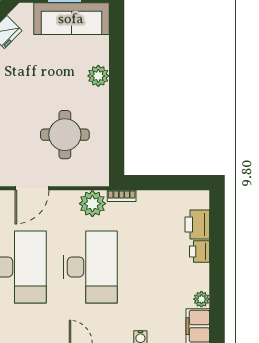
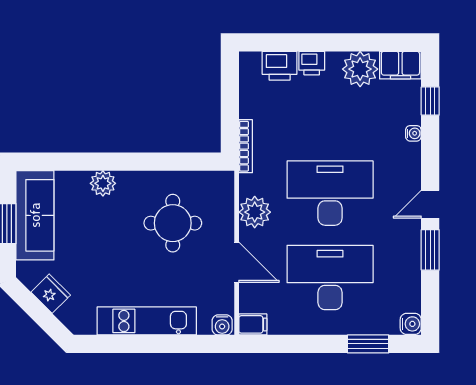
bookcase: (122, 196) -> (246, 146), width x1.56
plant: (92, 204) -> (255, 212), moved
plant: (201, 299) -> (360, 69), width x1.87, depth x1.87

